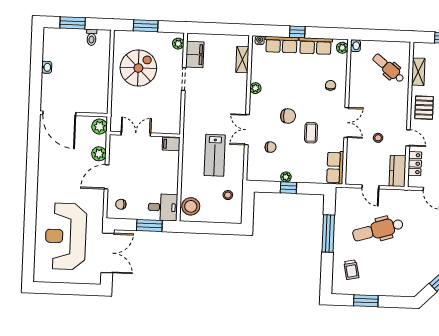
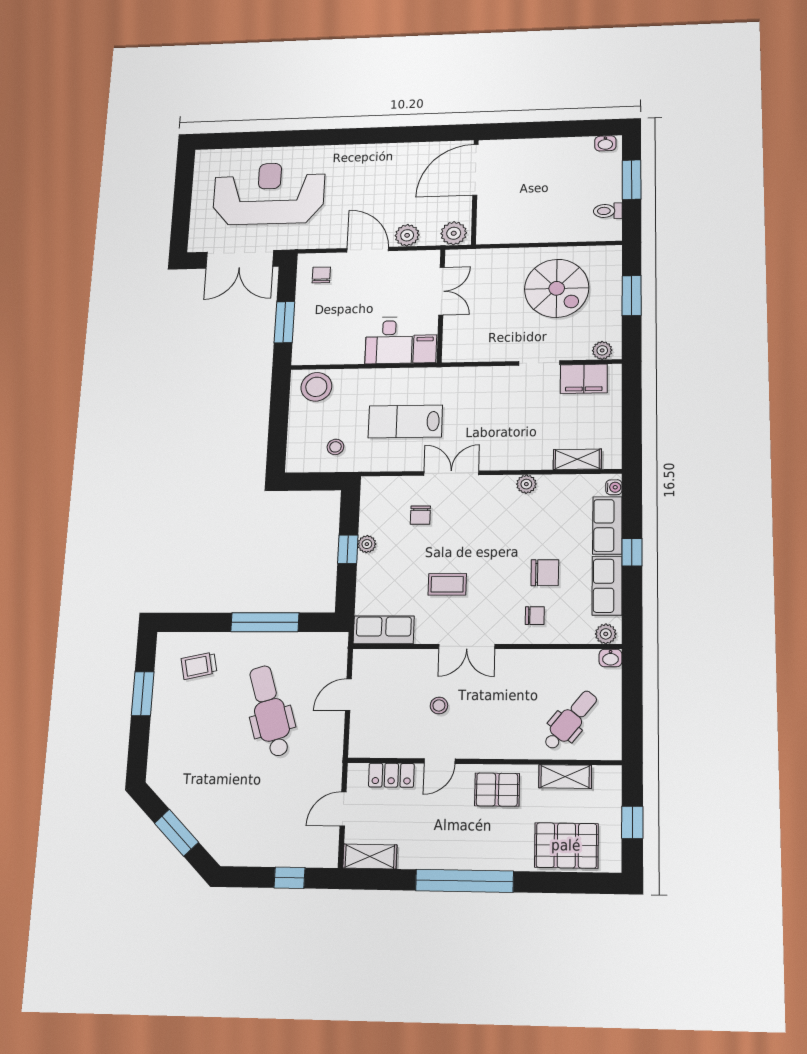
washbasin: (47, 67) -> (605, 143), moved
chair: (288, 116) -> (545, 573), moved, turned -90
kitchen counter: (398, 171) -> (378, 744), removed
desk: (163, 207) -> (389, 340), moved

